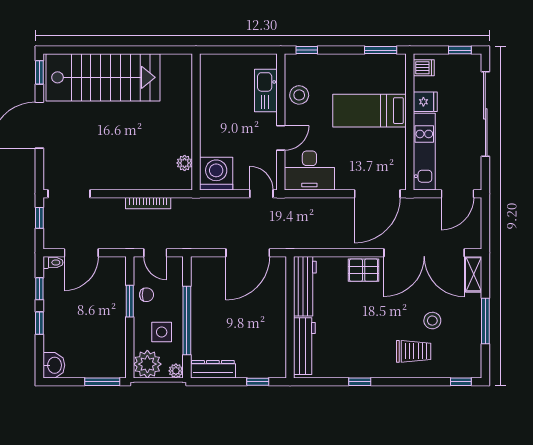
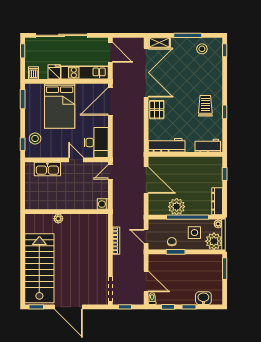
stool: (299, 95) -> (35, 138), moved
bed: (369, 111) -> (60, 106), width x1.50
plant: (185, 163) -> (58, 219), moved
washing machine: (216, 174) -> (103, 204), width x0.53, depth x0.53
door: (377, 194) -> (110, 101), swing flipped
door: (155, 253) -> (146, 236), swing flipped
plant: (204, 303) -> (177, 207), added
stool: (432, 321) -> (202, 49), moved
workbench: (304, 346) -> (208, 146), width x0.73
trolley: (414, 351) -> (205, 106), moved
washbasin: (54, 365) -> (203, 298), moved

